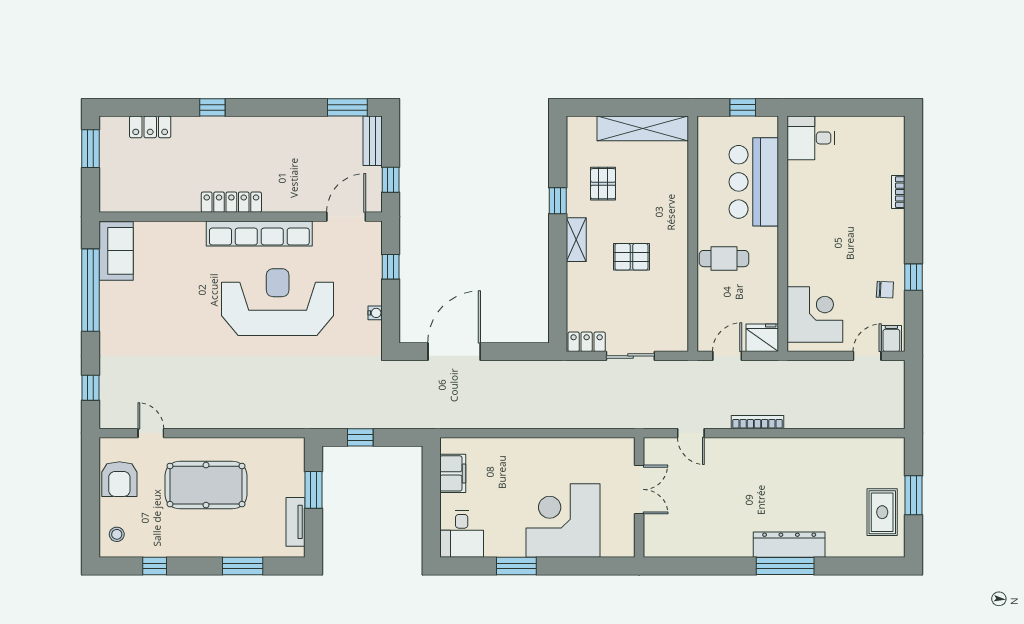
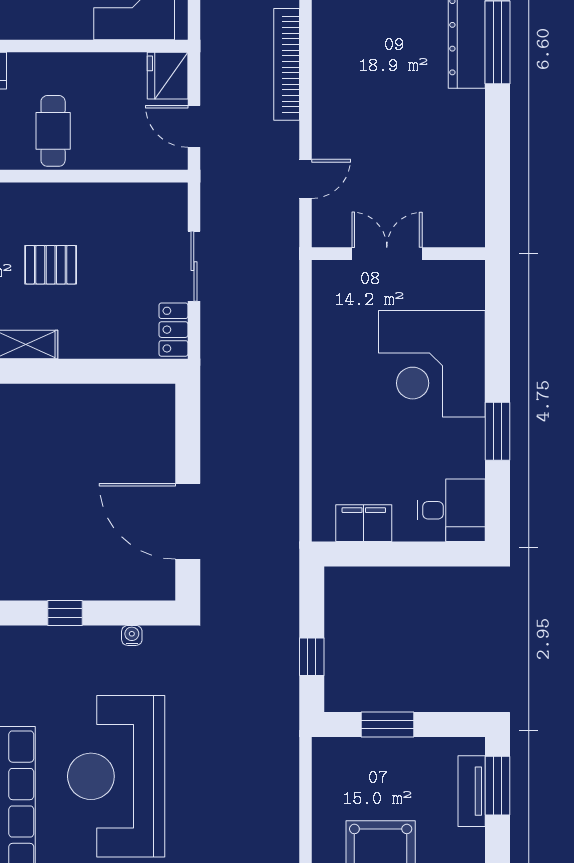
pallet: (631, 257) -> (51, 265), turned 90
bookcase: (758, 422) -> (287, 64), width x1.48, depth x1.31
tv unit: (295, 522) -> (472, 791), moved, turned 90
window: (243, 566) -> (498, 786), moved

